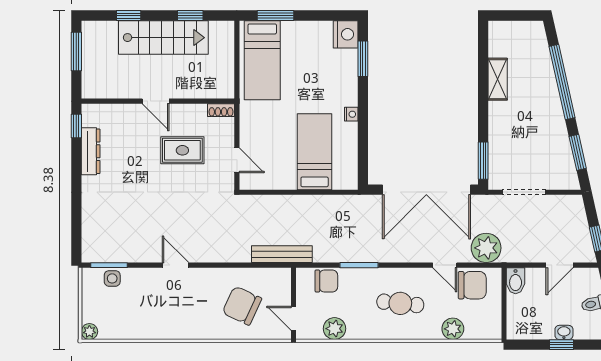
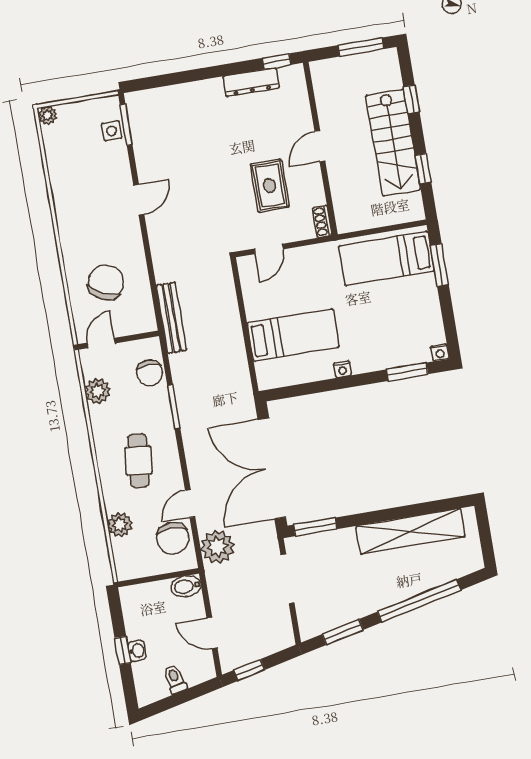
nightstand: (346, 34) -> (440, 352), width x0.53, depth x0.56
shelving: (498, 79) -> (411, 531), width x2.20, depth x1.33

